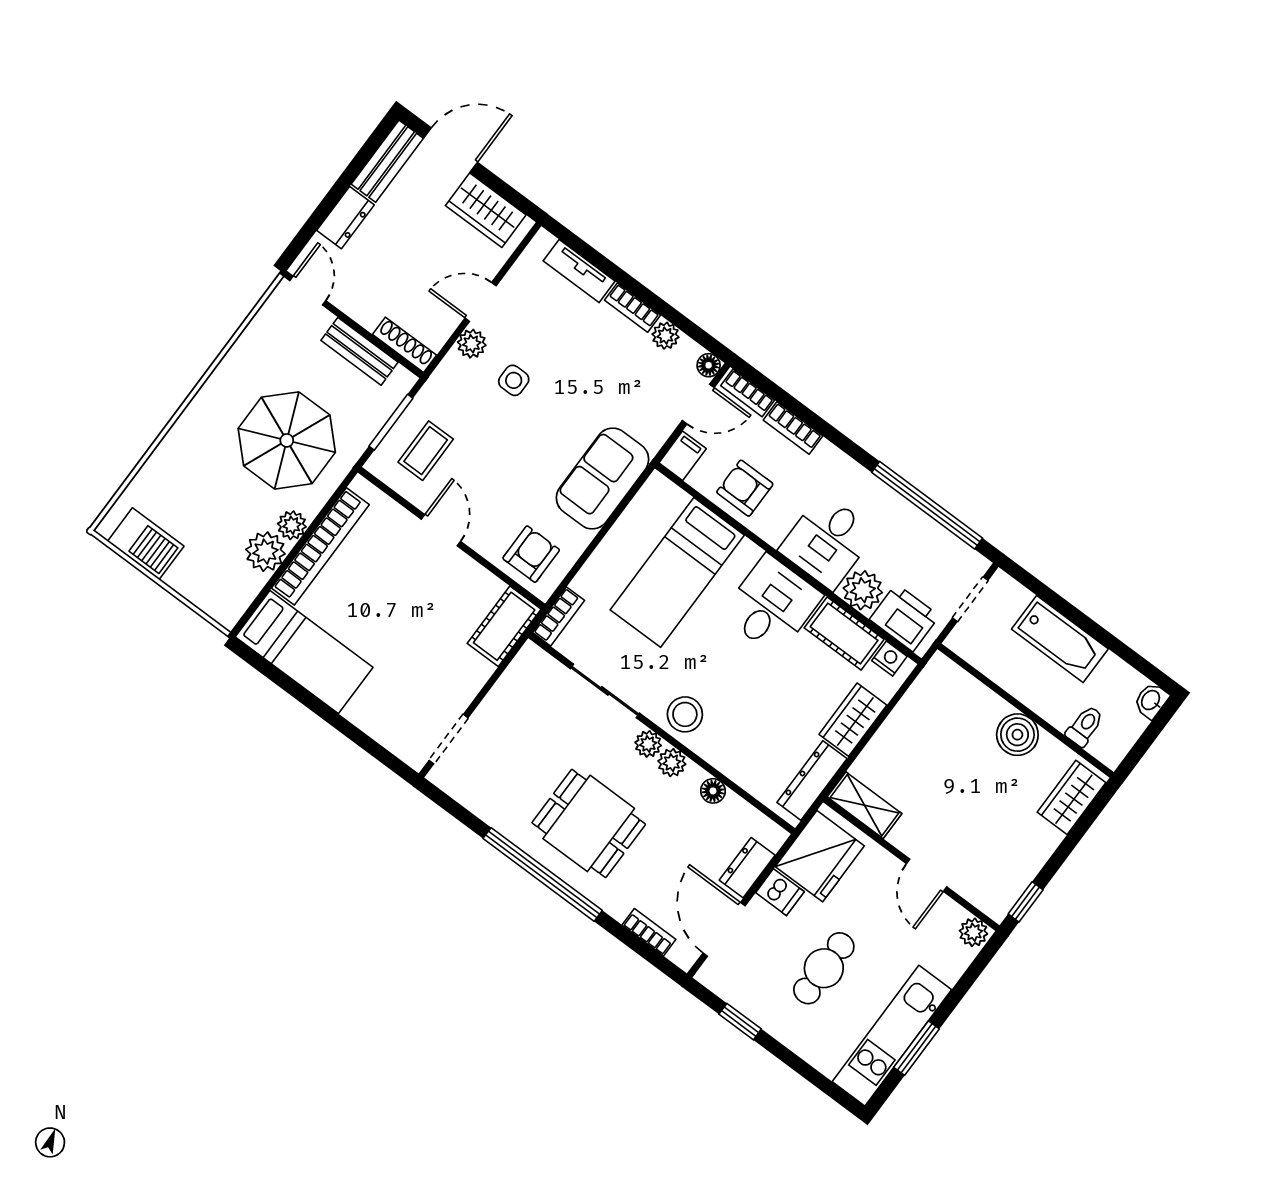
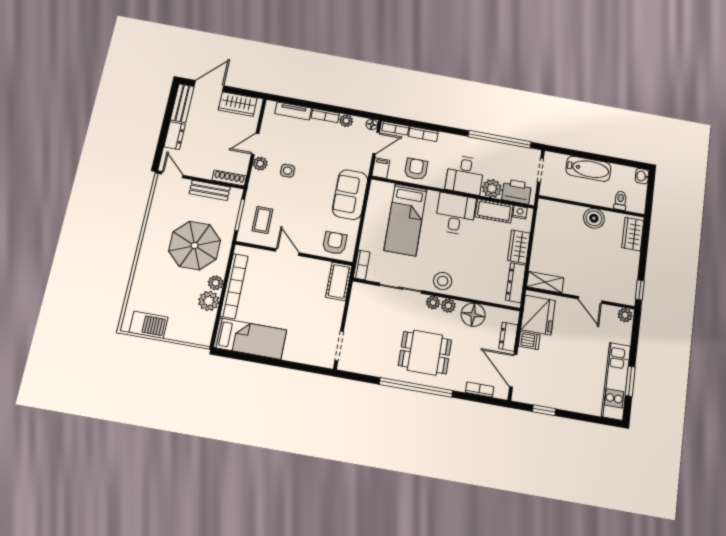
armchair: (745, 488) -> (416, 169), turned 90
floor lamp: (713, 791) -> (473, 315), width x1.89, depth x1.89
cafe table: (824, 968) -> (568, 366), removed

